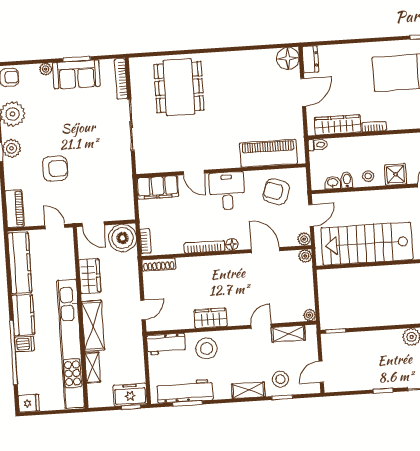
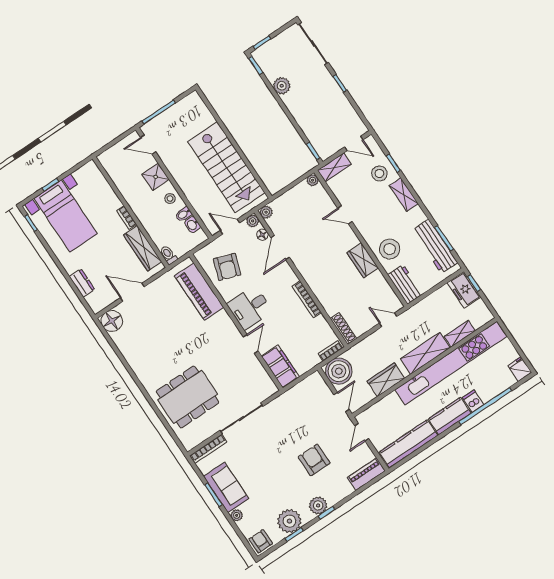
dresser: (310, 59) -> (82, 283), moved, turned 90
floor lamp: (232, 244) -> (262, 235), moved
shelving: (288, 334) -> (334, 167), moved, turned 90

